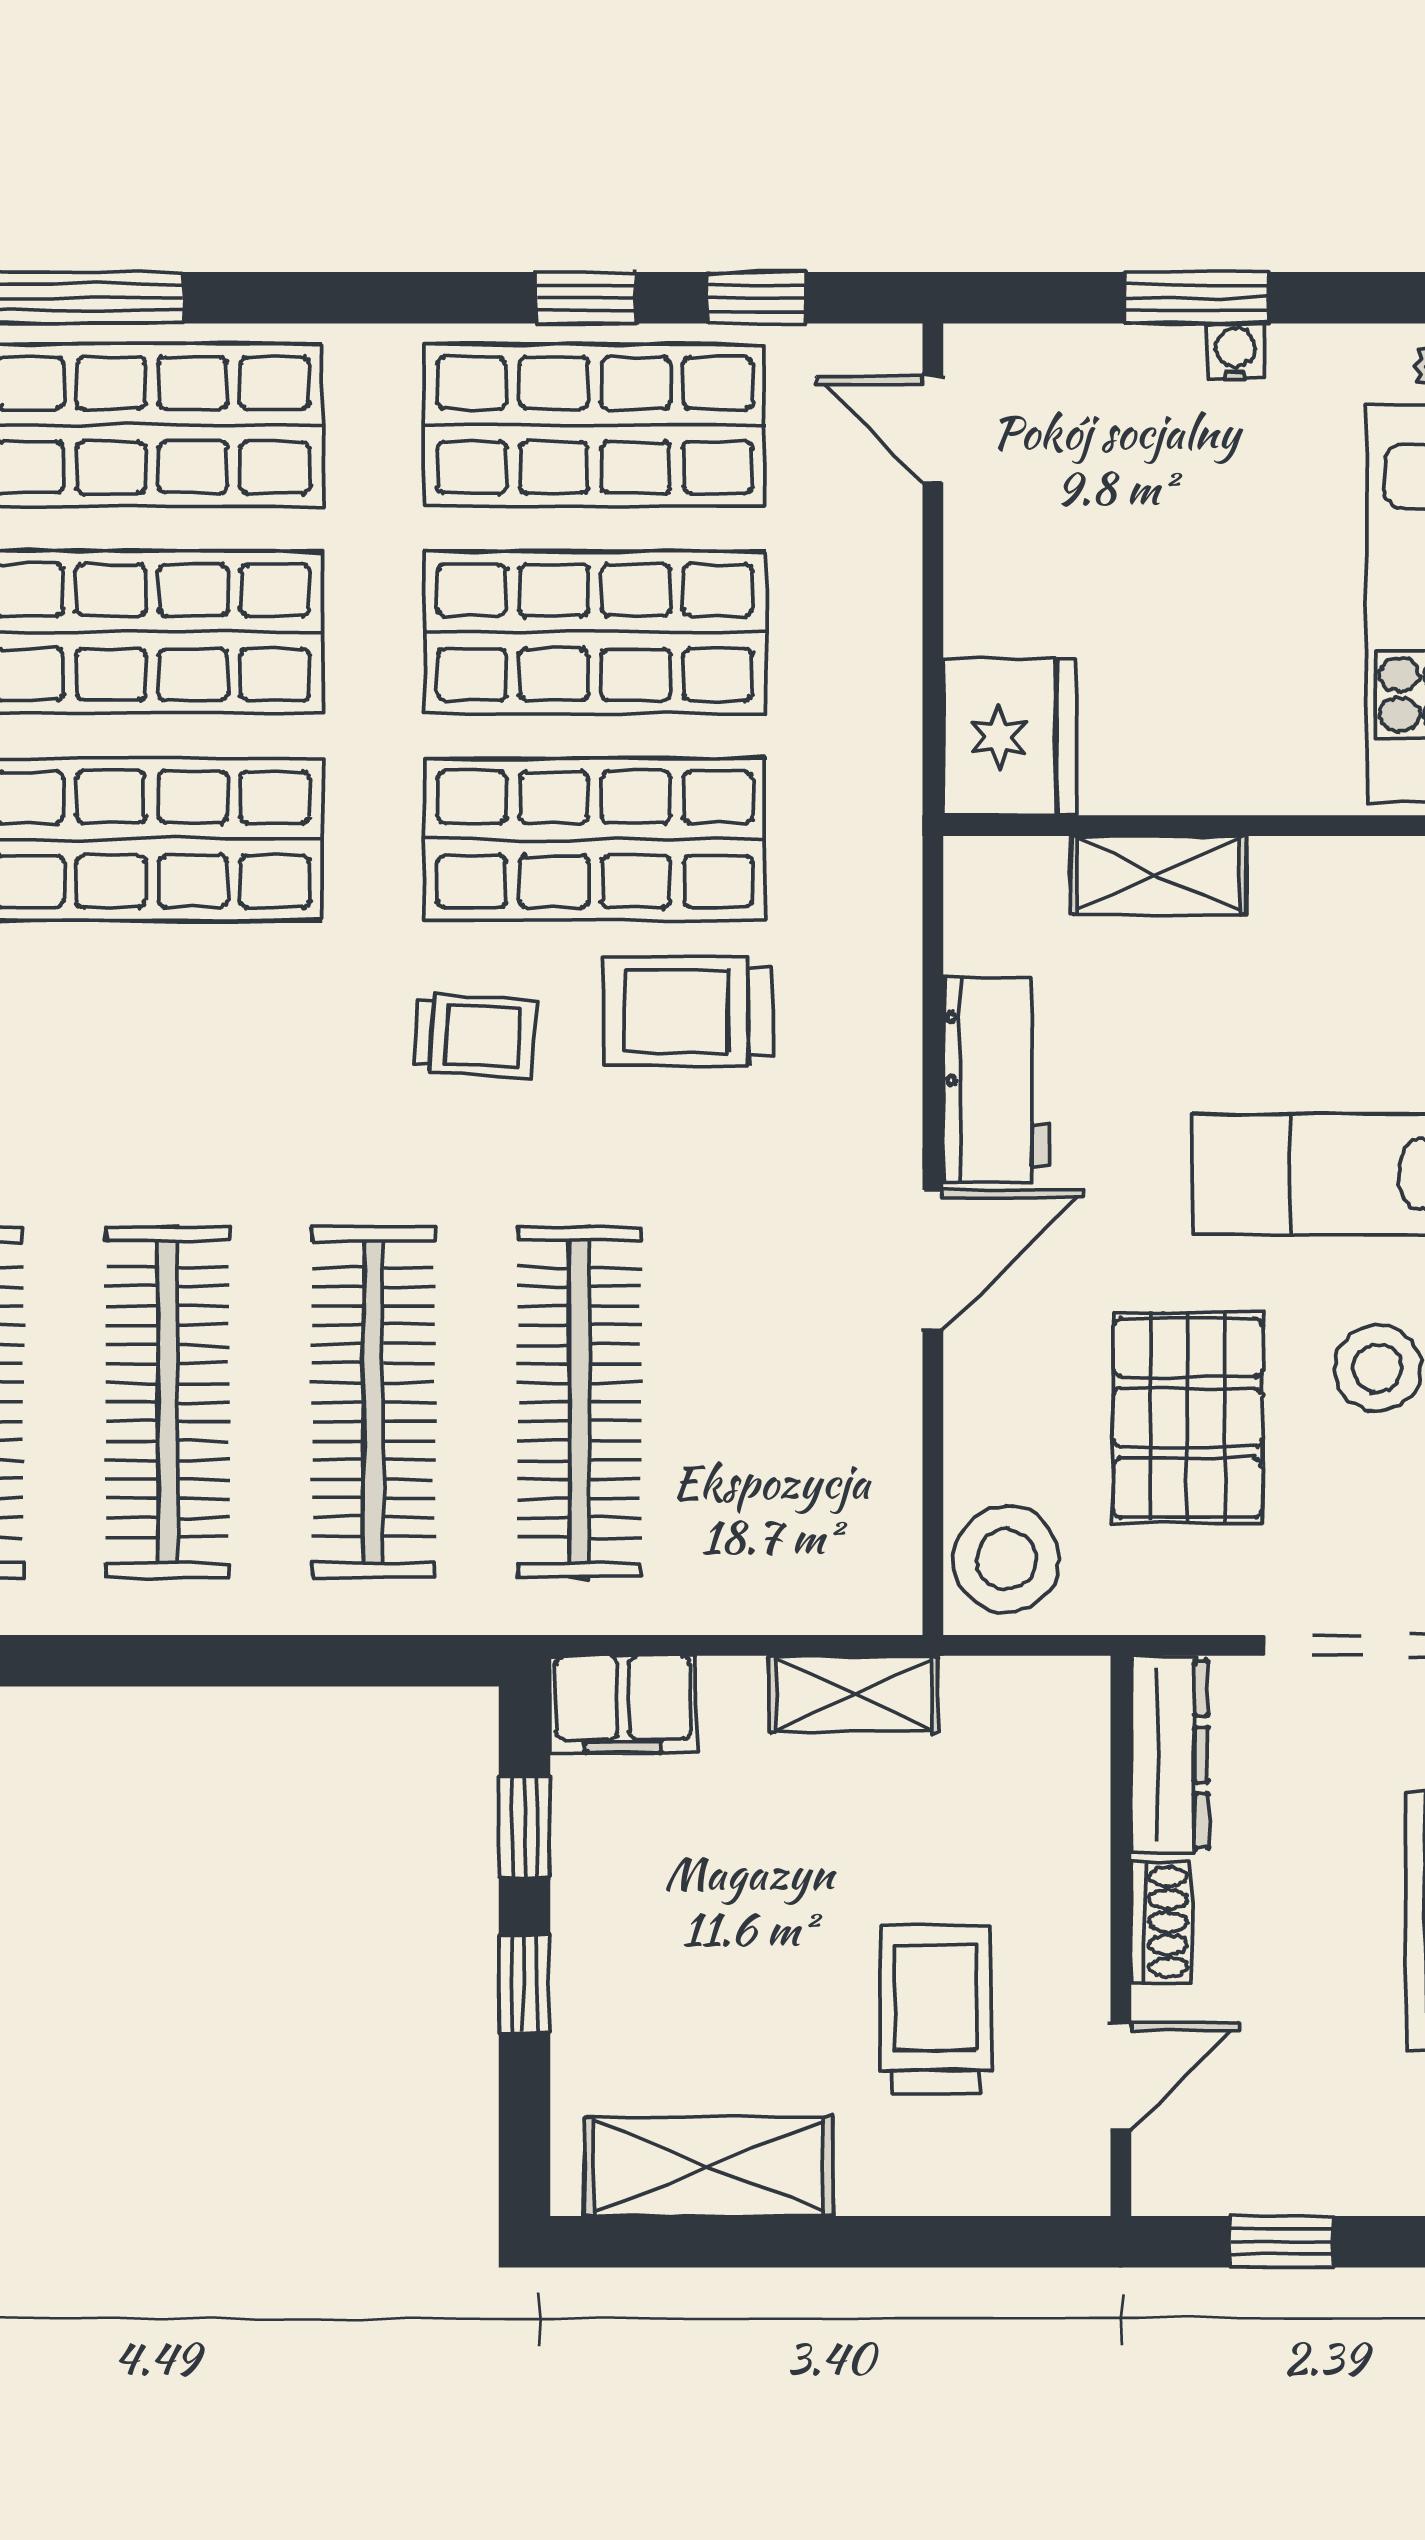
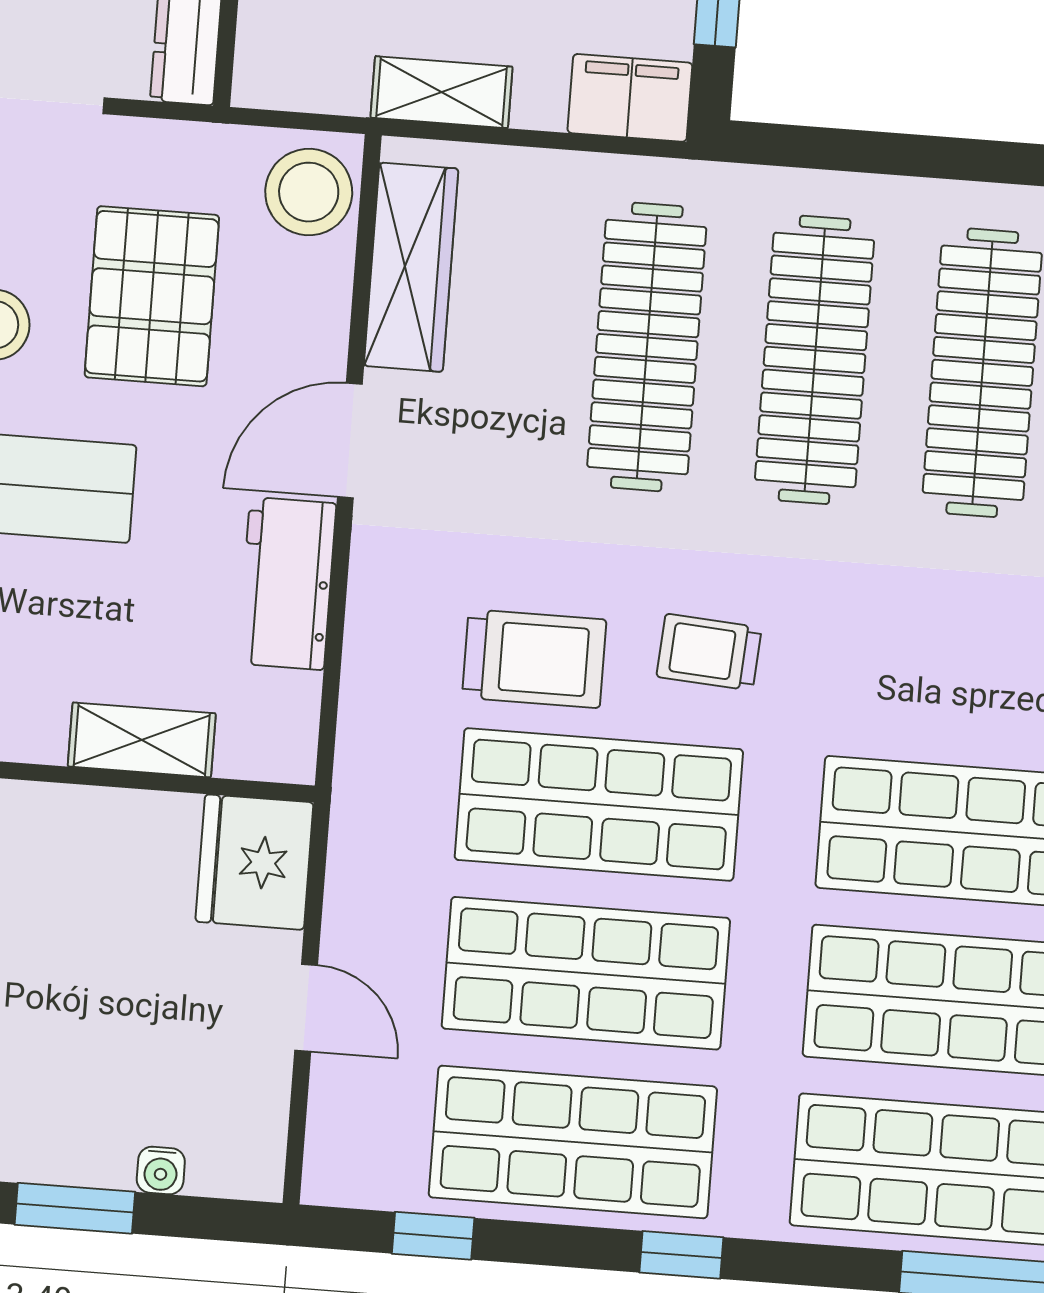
window: (586, 298) -> (681, 1255), moved
water cooler: (1236, 352) -> (161, 1170), moved
door: (933, 429) -> (306, 1008), moved
wardrobe: (874, 1477) -> (411, 267), added

